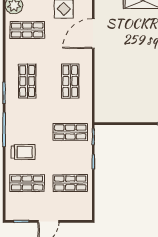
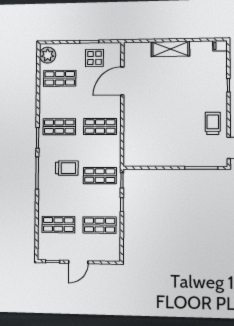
shop shelf: (27, 81) -> (59, 127), turned 90
shop shelf: (70, 81) -> (100, 127), turned 90
trolley: (23, 152) -> (67, 168), moved

